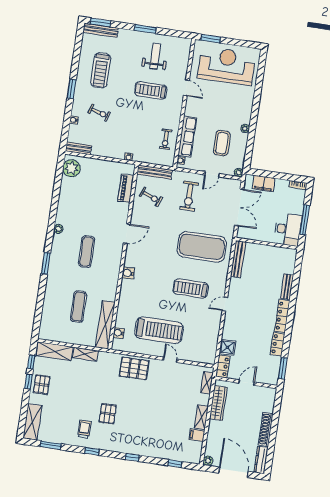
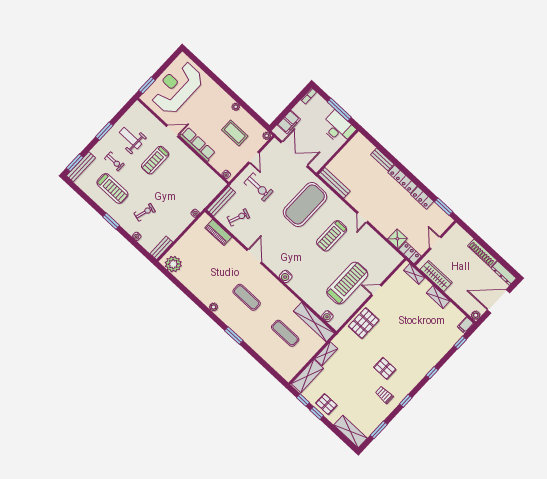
row of seats: (187, 136) -> (198, 144), moved
exercise bike: (166, 139) -> (114, 161), moved
filing cabinet: (197, 435) -> (466, 325), moved

